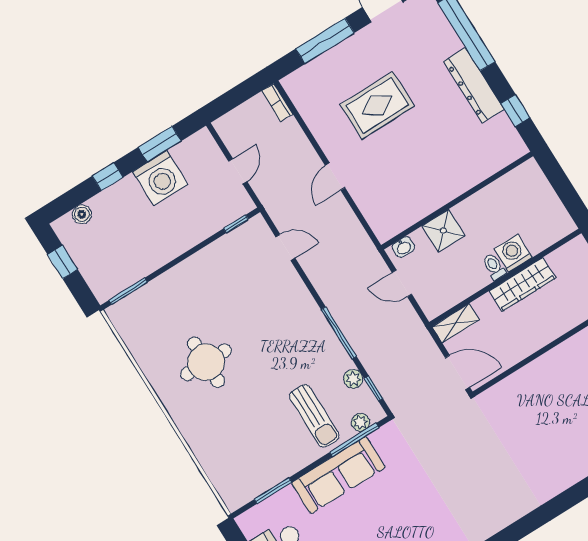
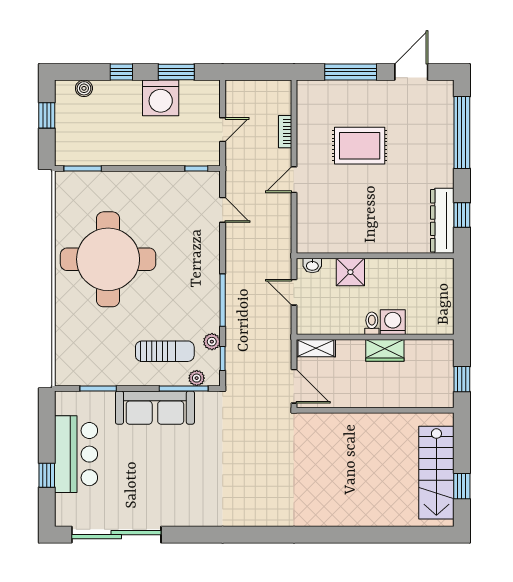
dresser: (474, 85) -> (442, 221), moved
bookcase: (277, 103) -> (285, 132), moved
wardrobe: (522, 284) -> (385, 350), width x0.67
round table: (206, 362) -> (108, 259), width x1.86, depth x1.86
sun lounger: (314, 416) -> (165, 351), turned -90

